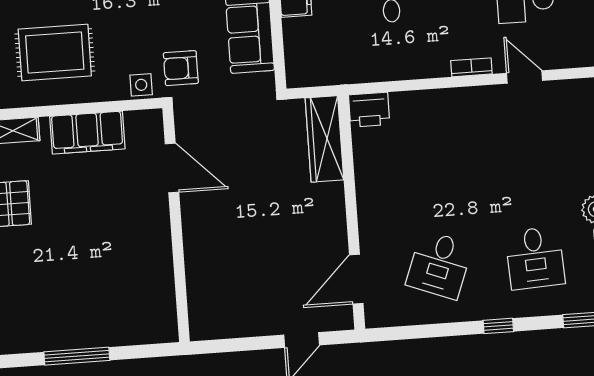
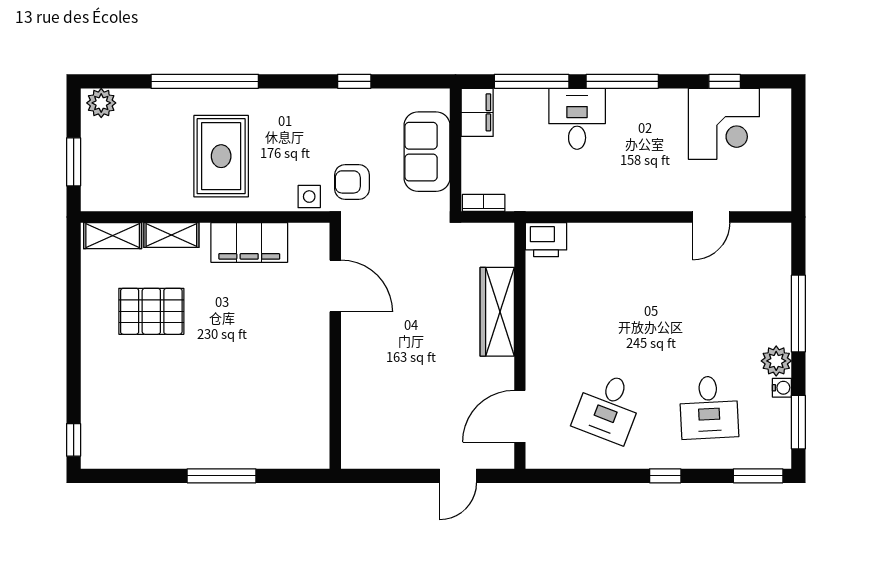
rug: (55, 52) -> (221, 156), turned 90
bookcase: (471, 67) -> (484, 203), moved
door: (524, 77) -> (711, 217), swing flipped
wardrobe: (324, 139) -> (497, 312), moved

